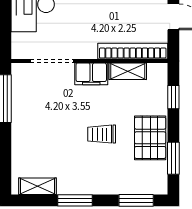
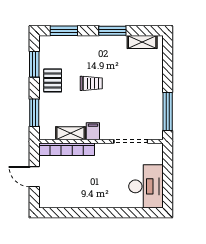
filing cabinet: (91, 74) -> (93, 131), width x0.50
window: (173, 97) -> (34, 113), width x1.50
pallet: (150, 138) -> (53, 80), width x0.67, depth x0.71

